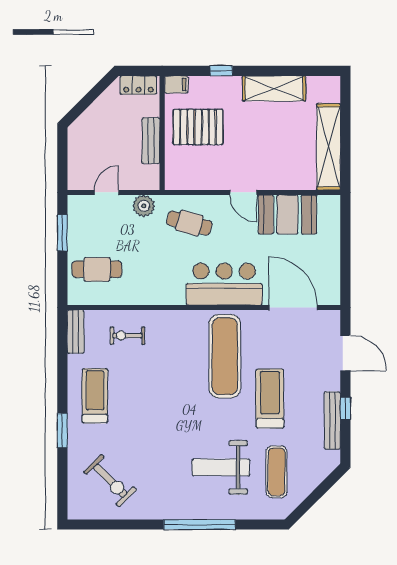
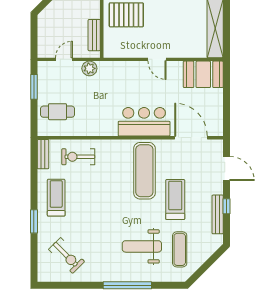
bench: (151, 141) -> (94, 35), moved
booth: (287, 214) -> (203, 74), moved
cafe table: (189, 223) -> (120, 80), removed
exercise bike: (127, 336) -> (78, 157), width x1.38, depth x1.39

